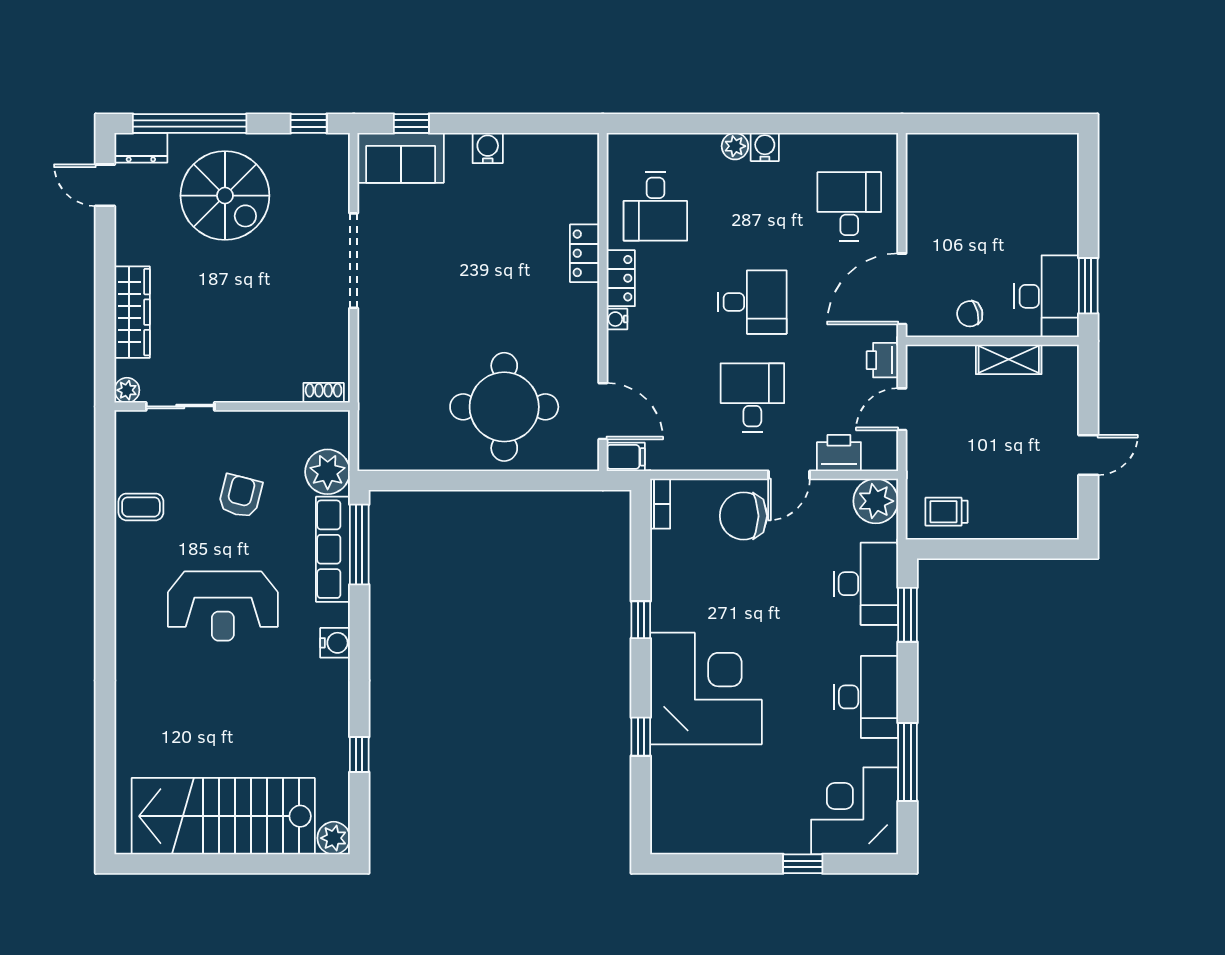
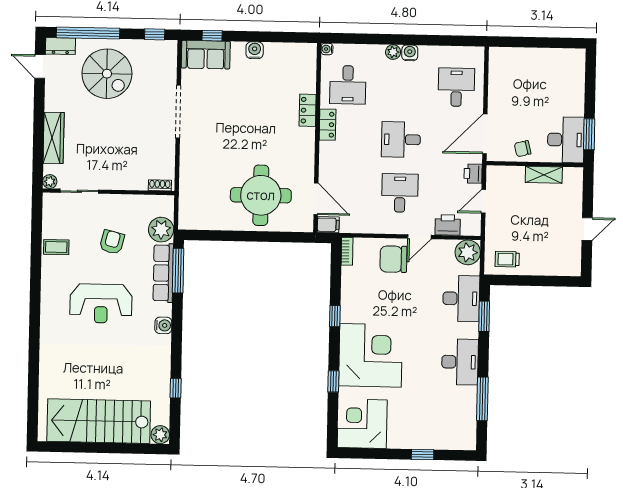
desk: (752, 302) -> (401, 140), turned 180
water cooler: (617, 319) -> (327, 49), moved
corner desk: (855, 811) -> (362, 424), moved

